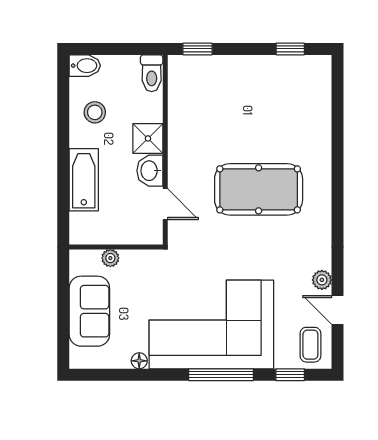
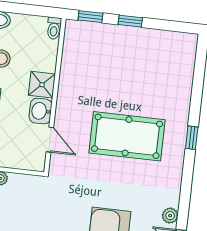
window: (290, 49) -> (130, 21), moved
toilet: (152, 73) -> (54, 28), width x0.73, depth x0.72
window: (337, 182) -> (192, 138), added

